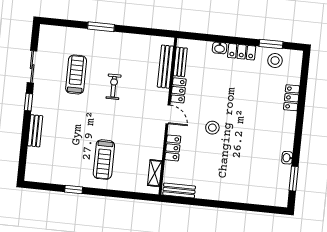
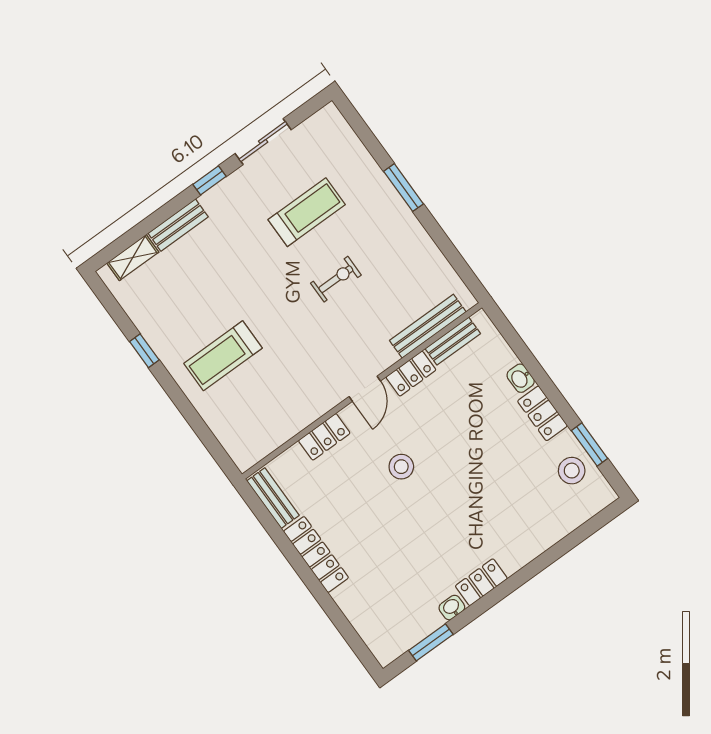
locker: (292, 98) -> (481, 582), moved
shelving: (155, 173) -> (133, 258), moved
locker: (217, 193) -> (316, 554), added

